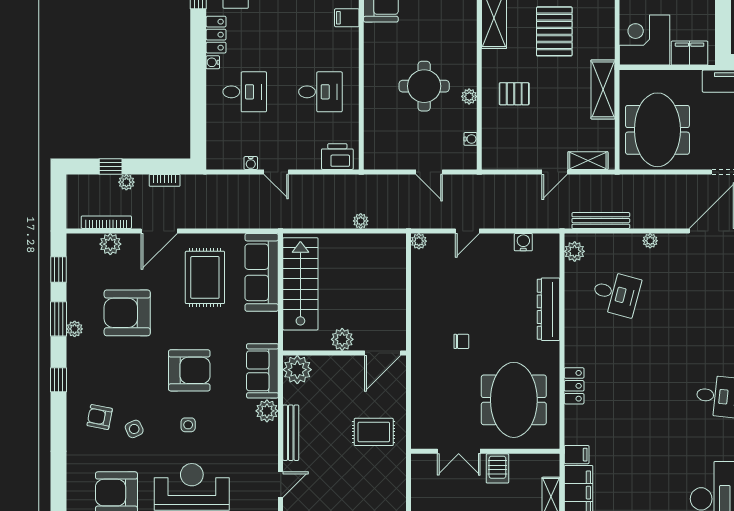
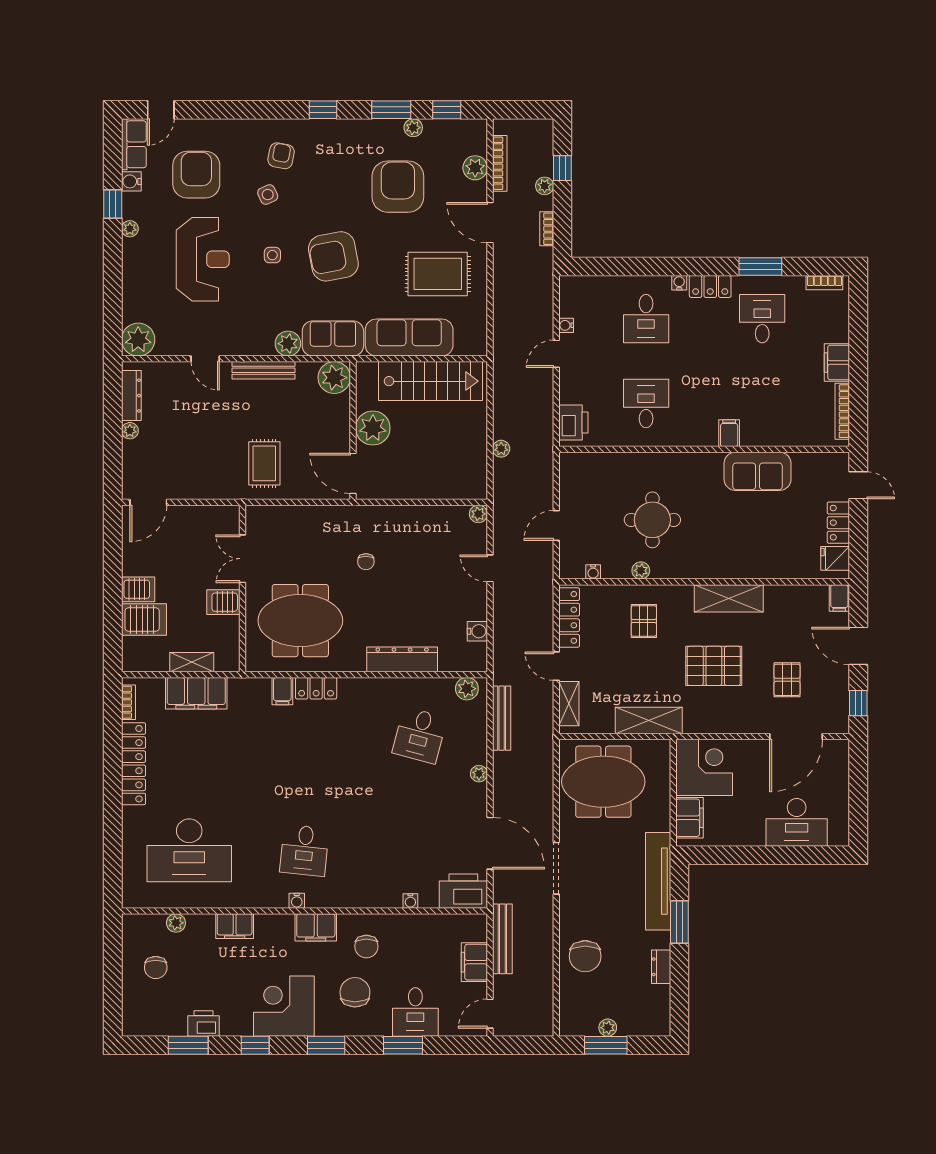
desk: (320, 92) -> (646, 404), turned 180
locker: (511, 160) -> (569, 617), added
sofa: (262, 272) -> (409, 338), moved
plant: (75, 329) -> (413, 128), moved
plant: (342, 339) -> (373, 428), width x1.36, depth x1.36
armchair: (189, 370) -> (333, 256), turned 79
filing cabinet: (577, 455) -> (282, 691), moved

